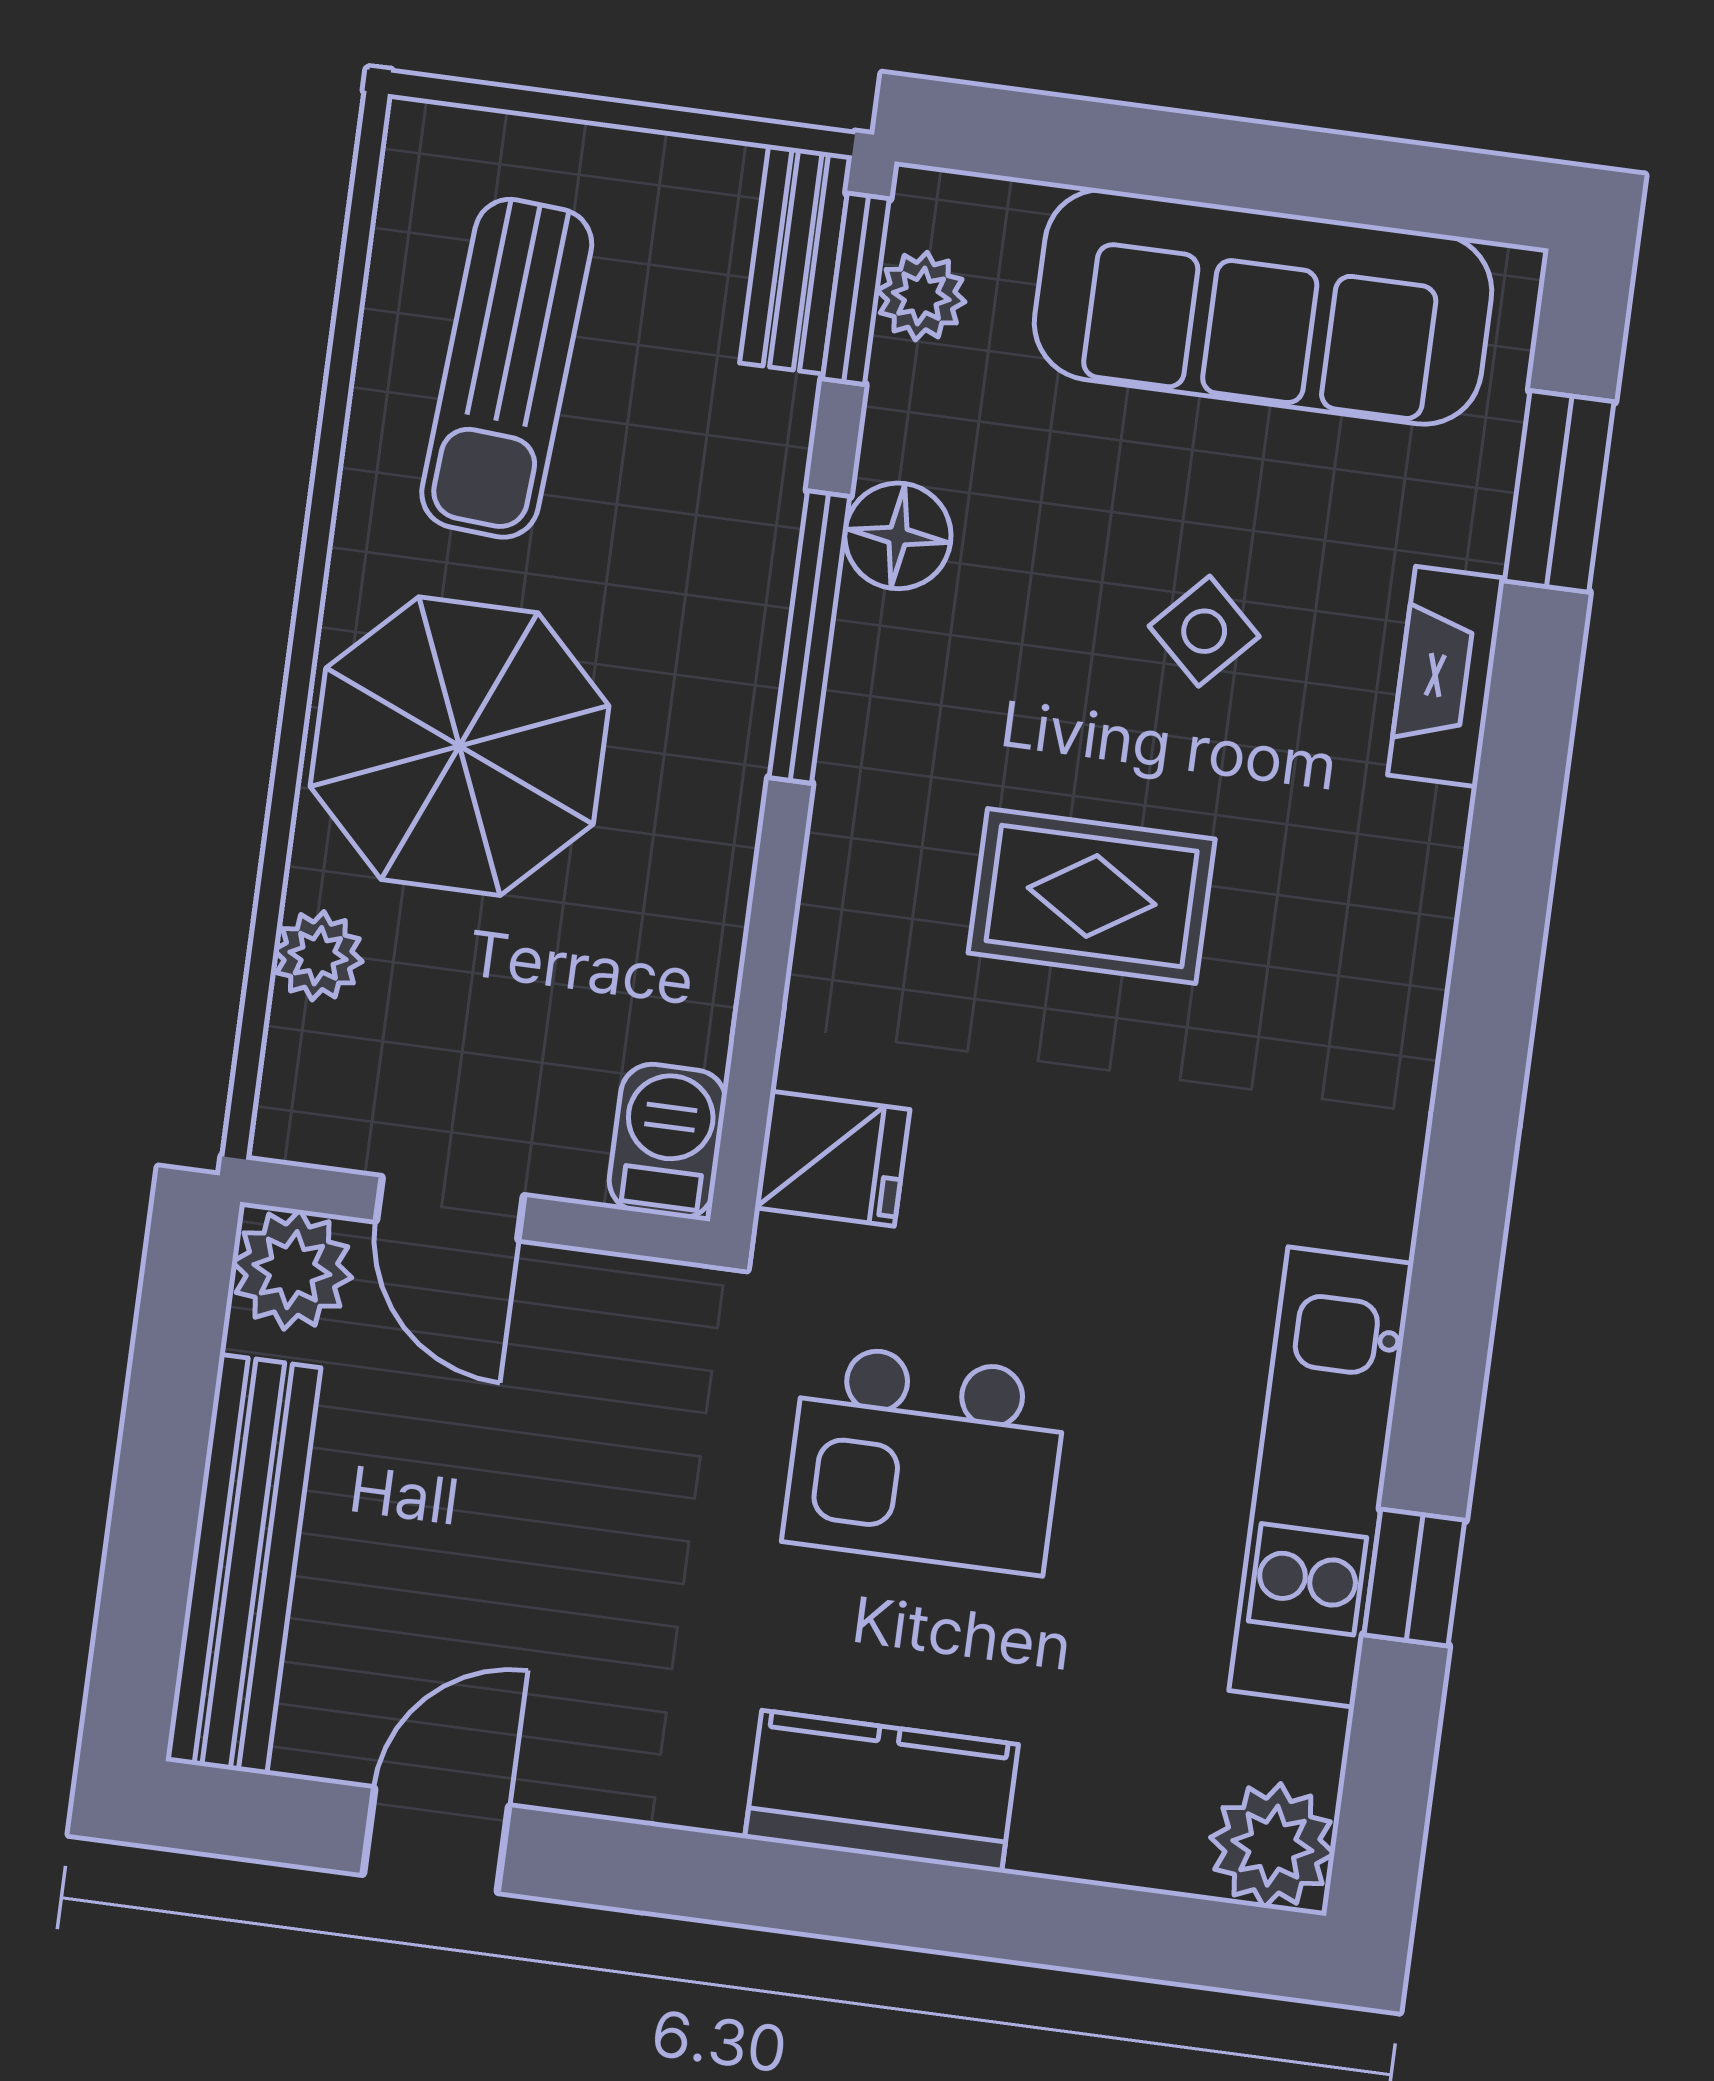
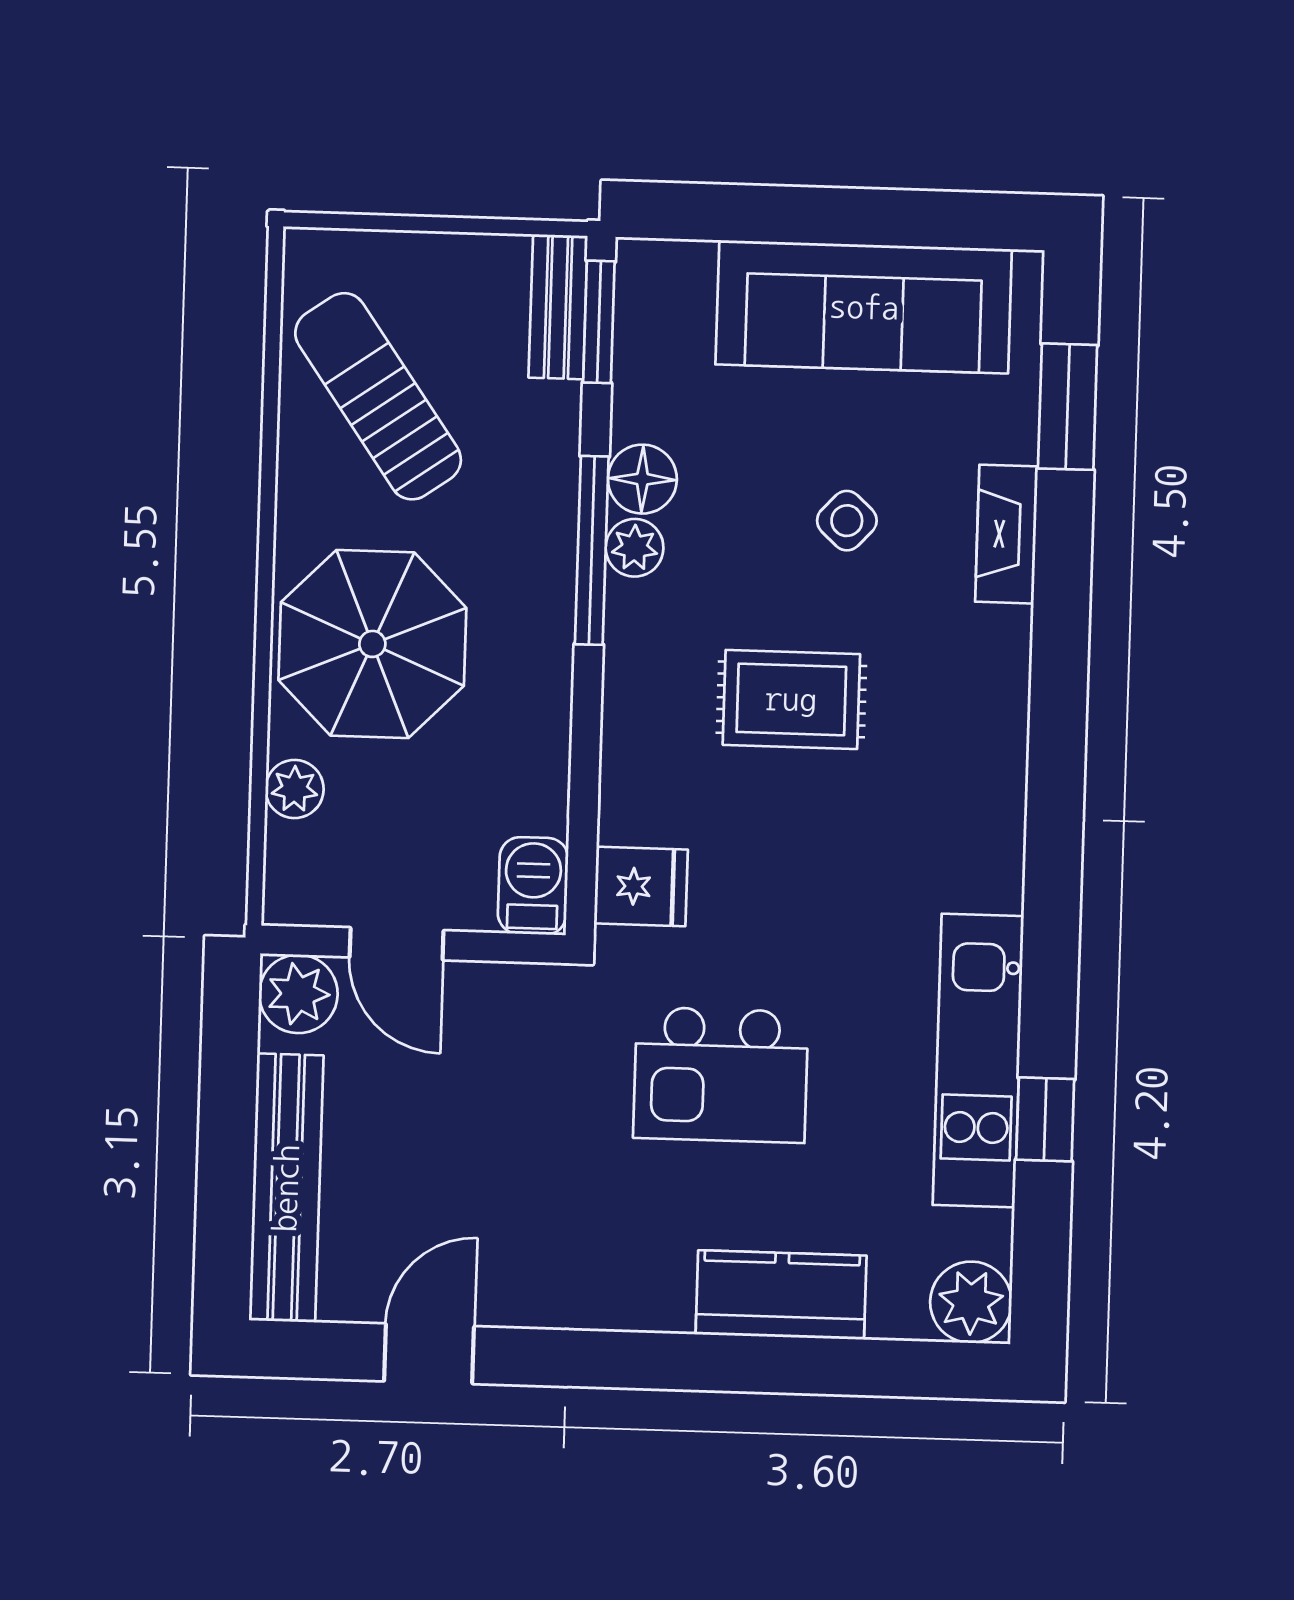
plant: (921, 296) -> (635, 548), moved
sun lounger: (507, 368) -> (378, 396), turned 141
kitchen counter: (882, 1791) -> (781, 1295), moved

